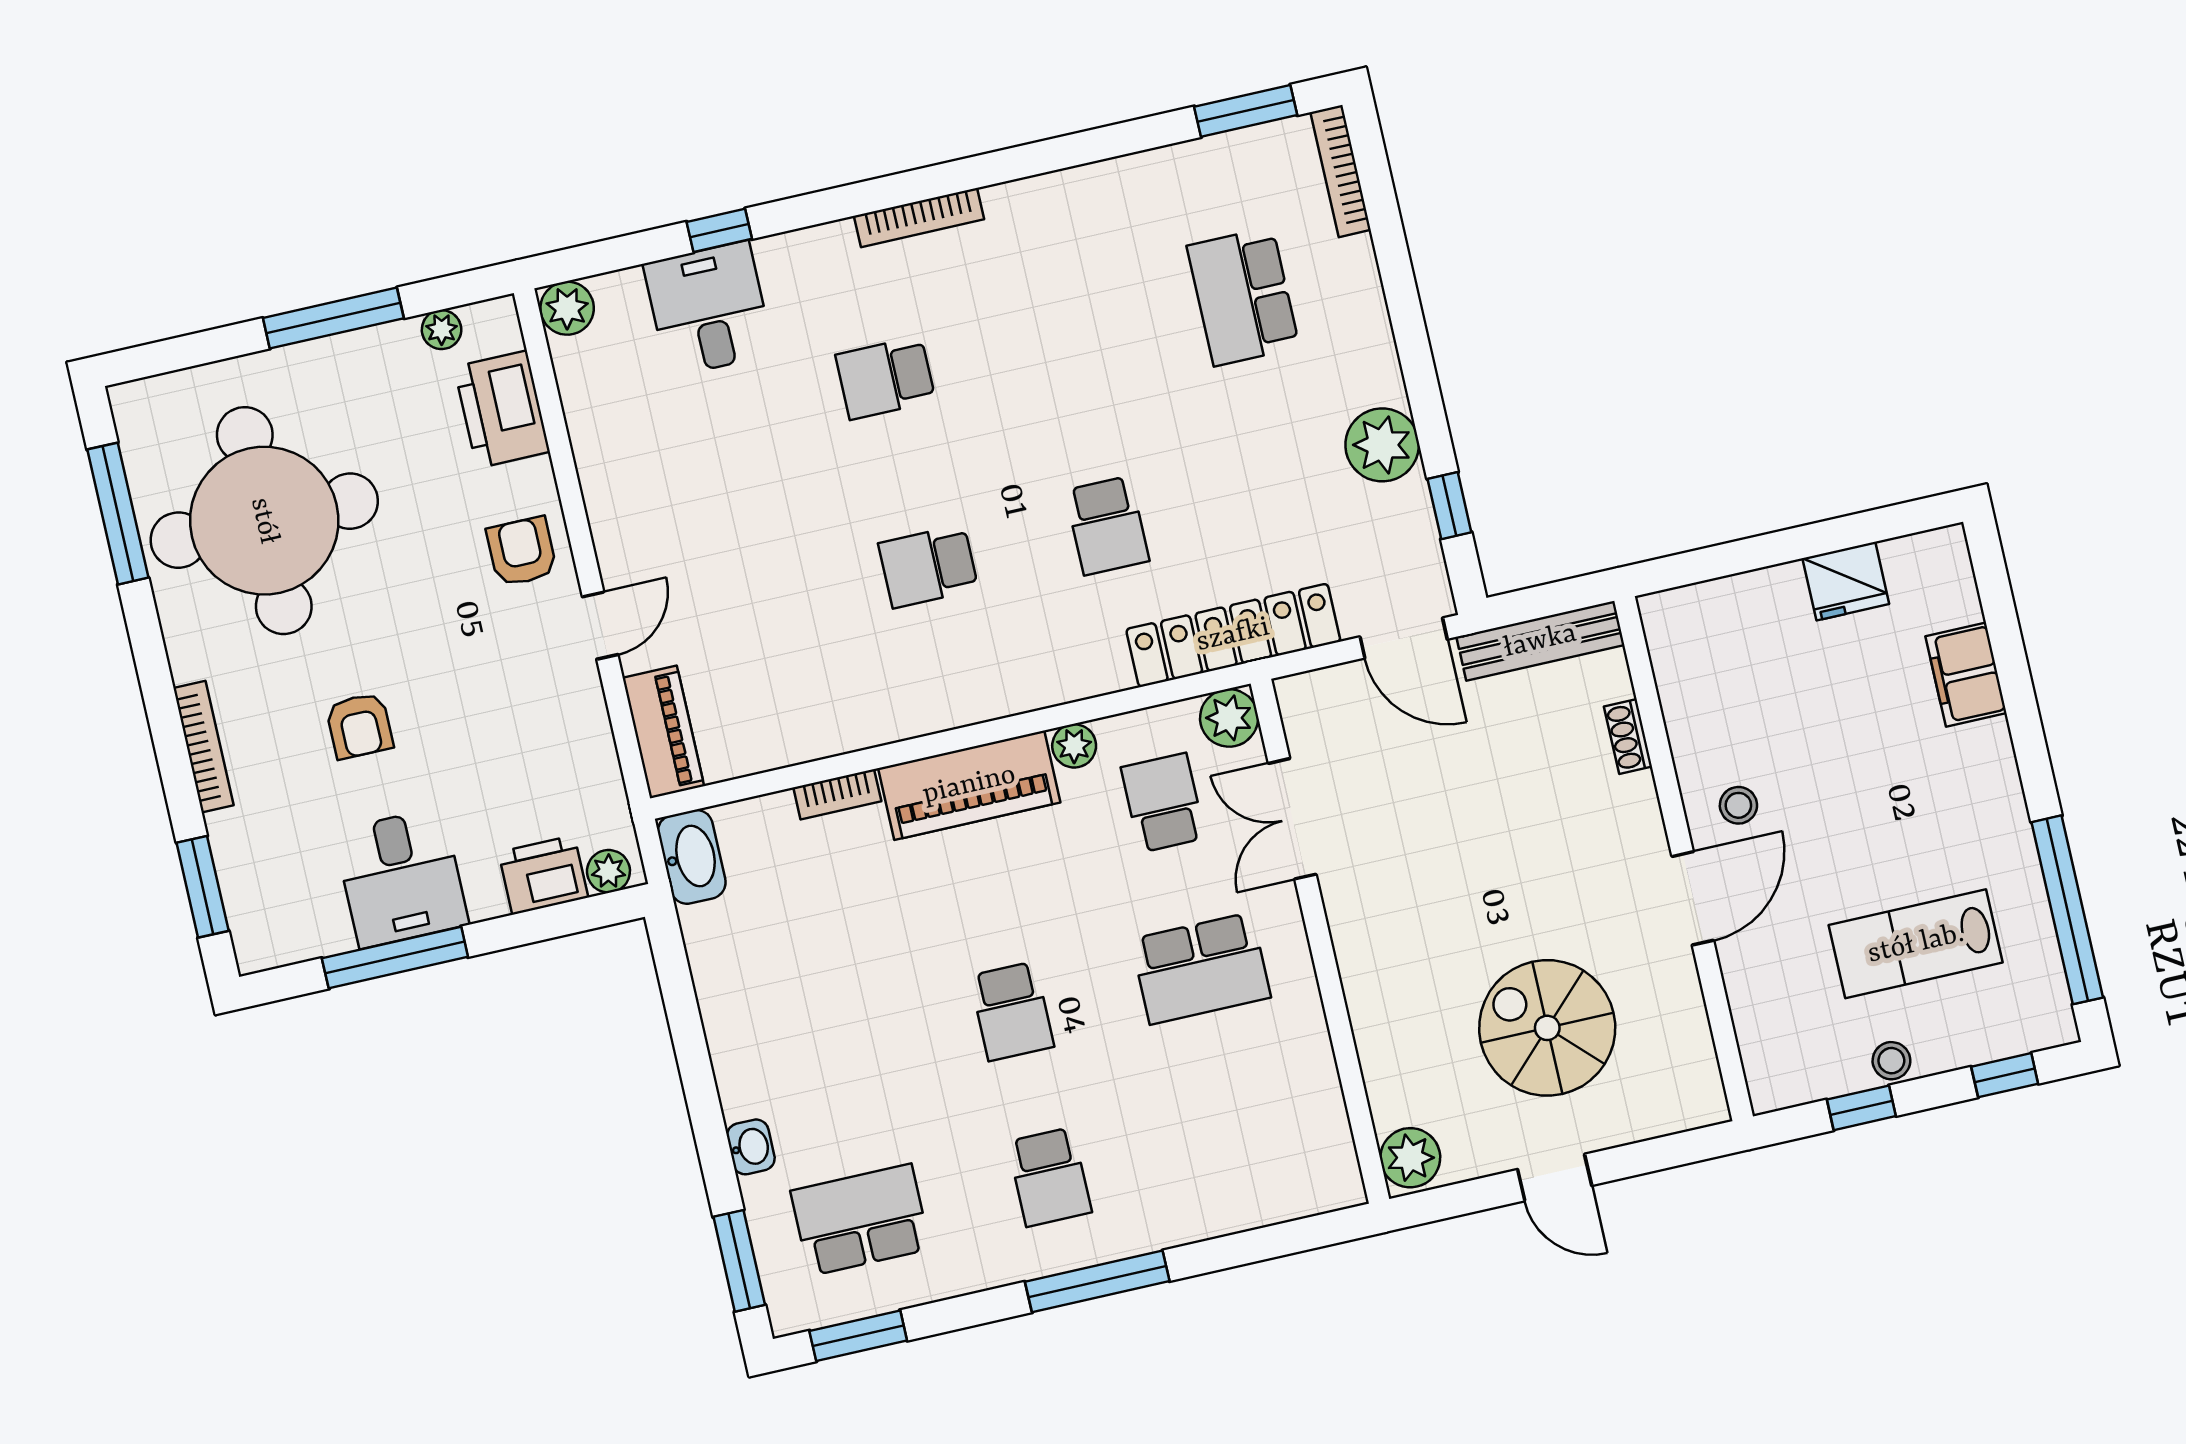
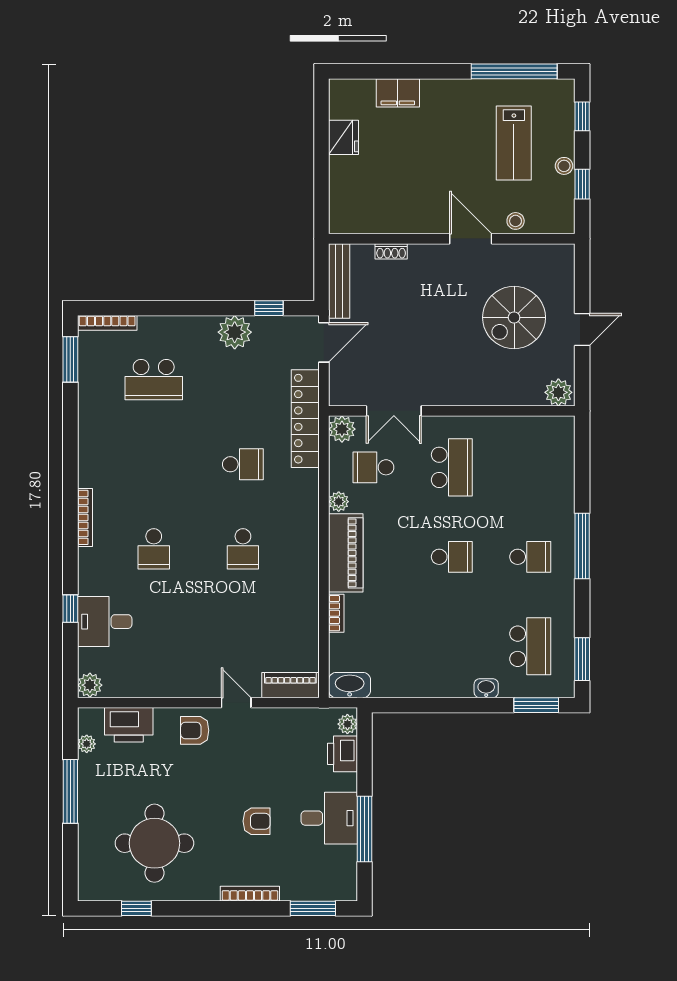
window: (118, 514) -> (136, 908), width x0.46
round table: (264, 521) -> (154, 843), width x0.73, depth x0.73
stool: (1738, 805) -> (516, 221), moved
school desk: (861, 1220) -> (530, 646), turned 180

